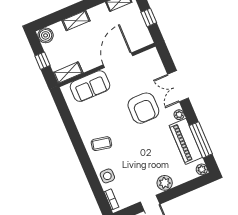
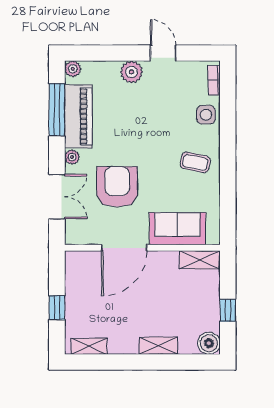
door: (118, 60) -> (124, 248), moved
wall: (107, 65) -> (142, 248), moved
shelving: (68, 73) -> (200, 260), moved
sofa: (90, 86) -> (177, 229), moved

